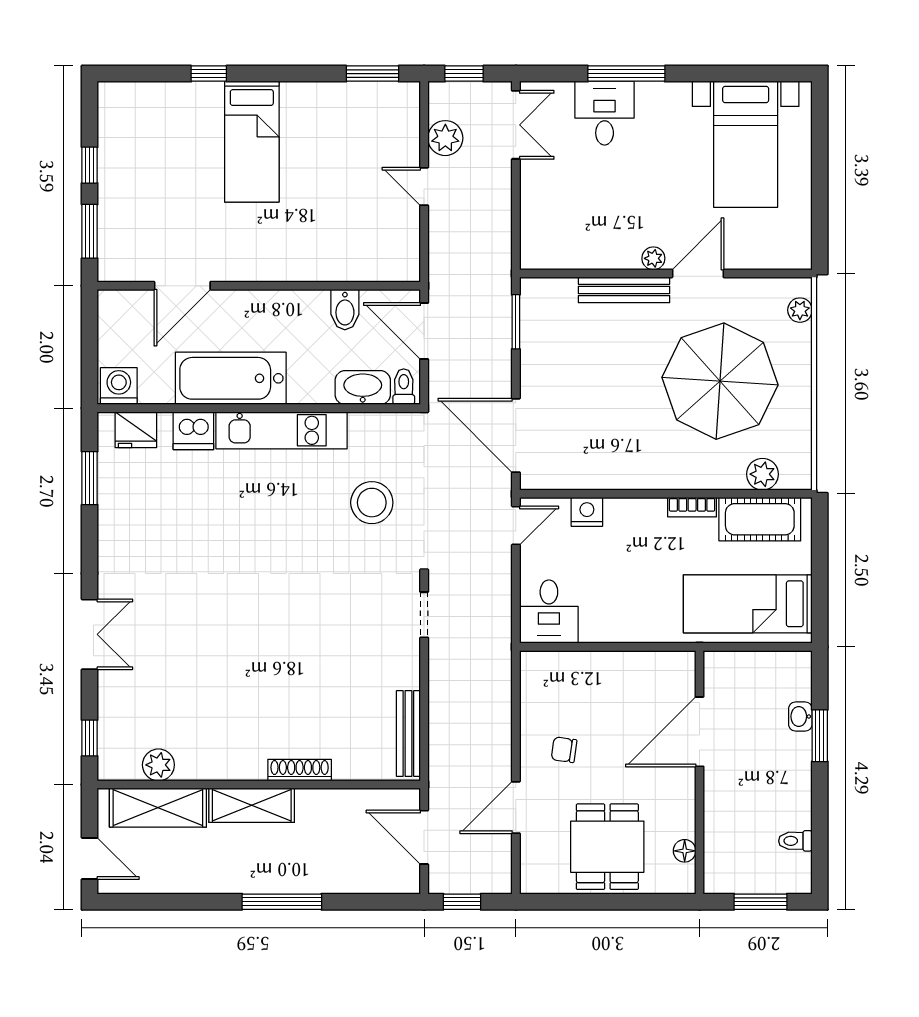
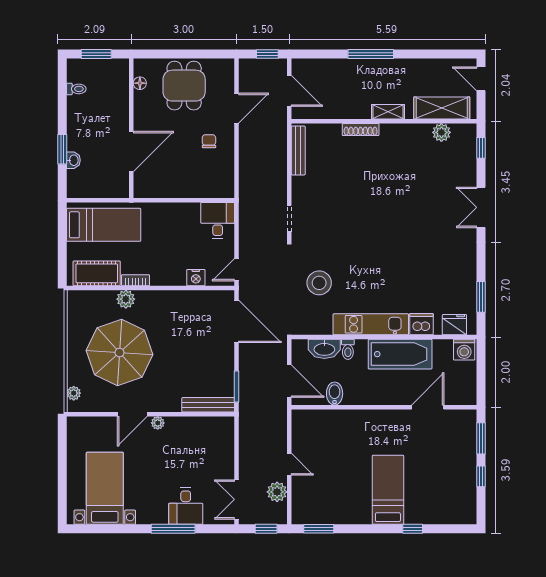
bench: (624, 290) -> (208, 405), moved
toilet: (404, 387) -> (348, 349), moved
plant: (762, 474) -> (126, 299), moved
chair: (564, 750) -> (209, 141), turned -98
shelving: (252, 805) -> (388, 112), width x0.67, depth x0.75

